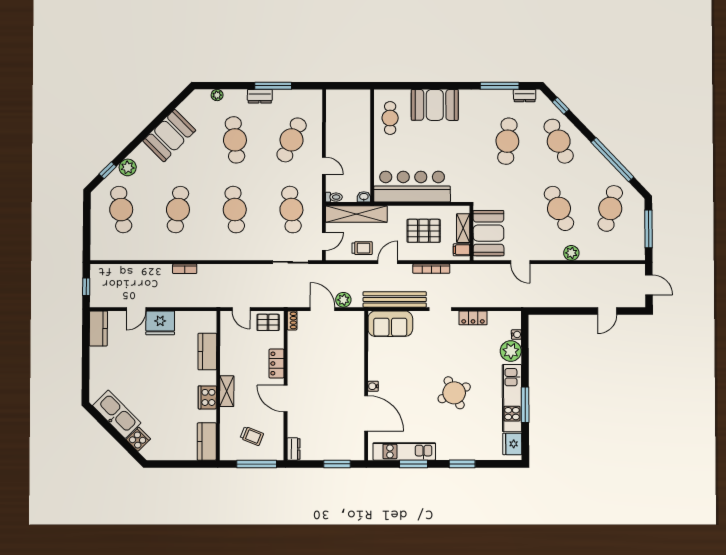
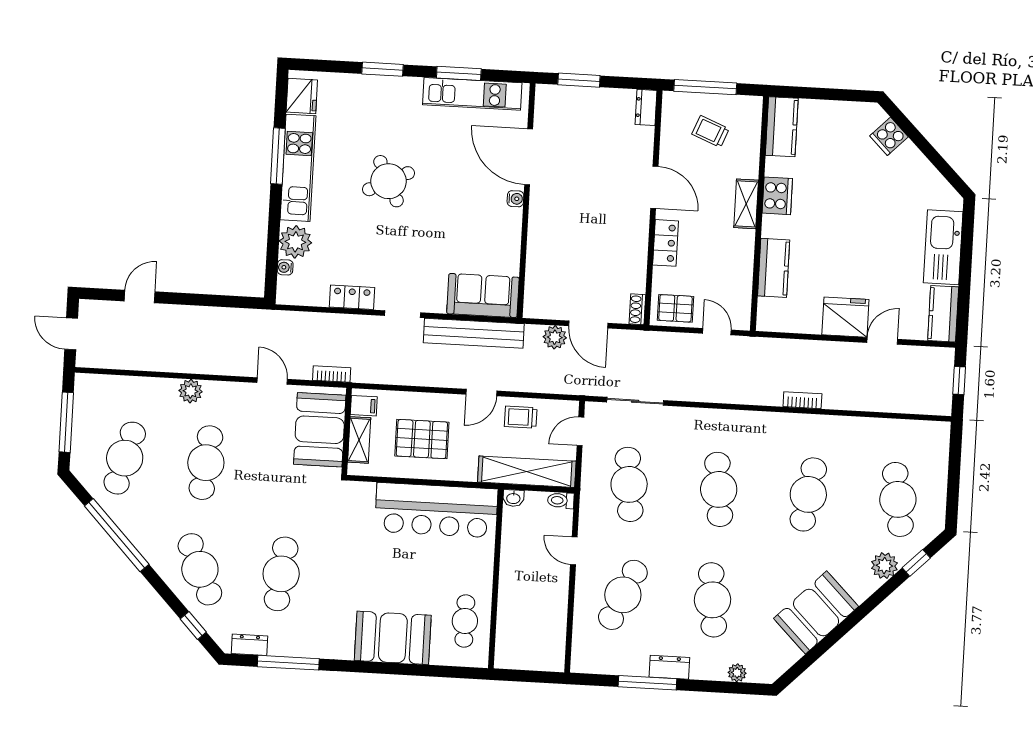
cafe table: (559, 208) -> (206, 463), turned 30
bookcase: (431, 269) -> (332, 374), moved, width x0.64
kitchen sink: (117, 414) -> (943, 247), moved, turned 45

